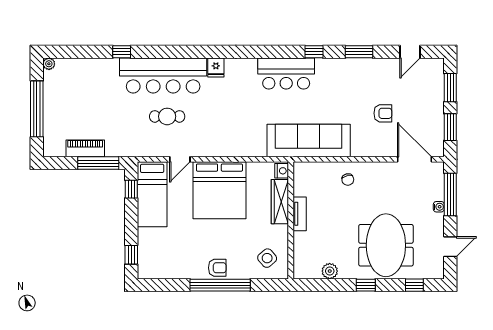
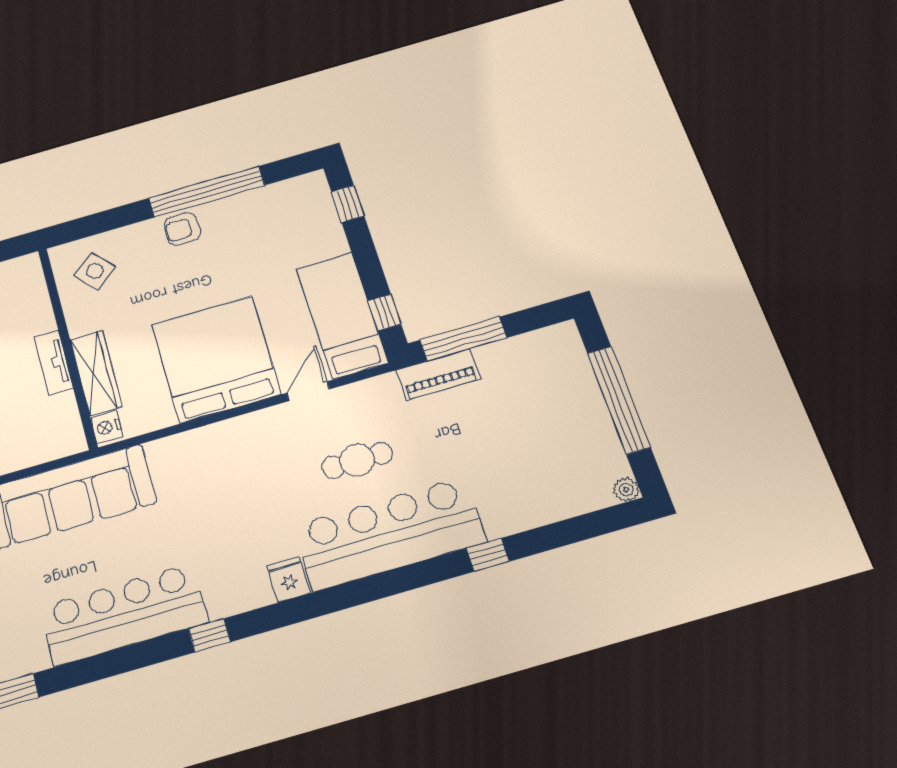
window: (314, 52) -> (209, 635), moved
bar counter: (286, 74) -> (124, 615), width x1.36
piano: (85, 148) -> (438, 374), moved
window: (220, 285) -> (207, 192), moved

